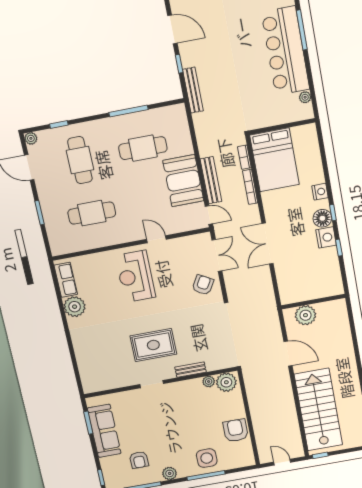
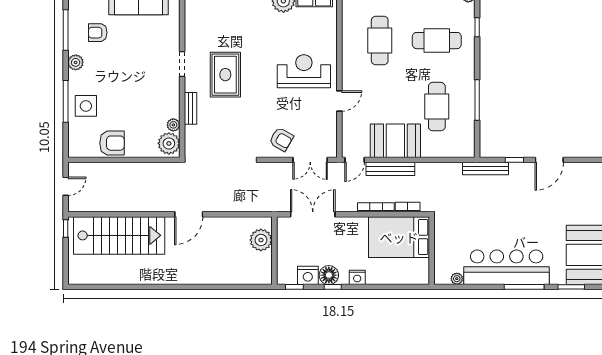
wall: (313, 302) -> (274, 251), moved
plant: (306, 315) -> (261, 240), moved

